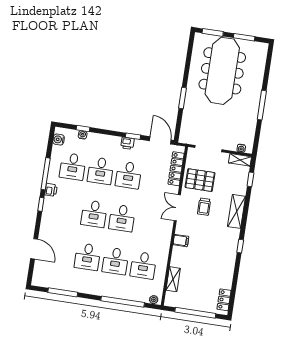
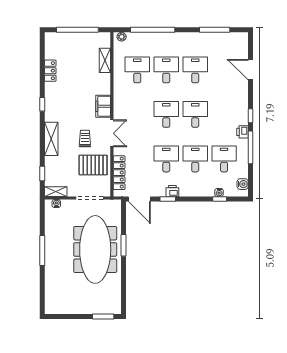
window: (244, 37) -> (71, 316), removed
meeting table: (222, 71) -> (95, 249), moved
filing cabinet: (181, 241) -> (103, 106), width x2.00
locker: (224, 300) -> (50, 71), moved

